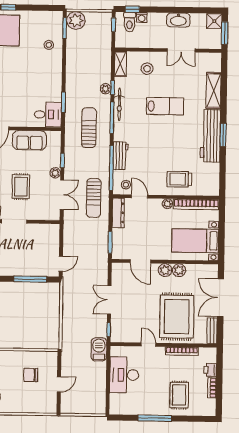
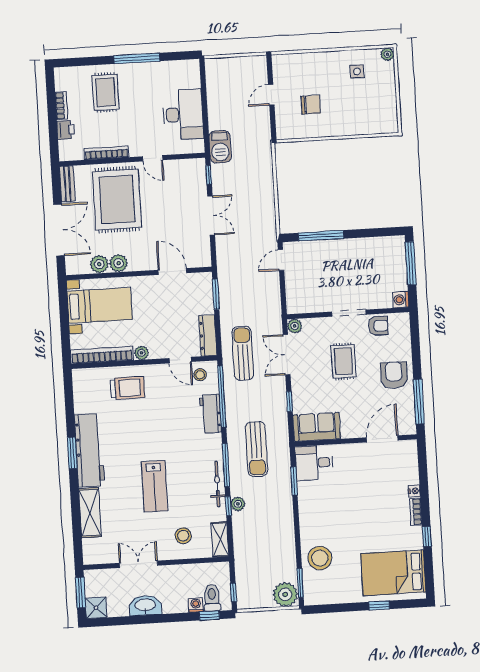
stool: (49, 45) -> (320, 558), width x1.89, depth x1.89
lab bench: (165, 106) -> (155, 486), turned -90
sofa: (29, 140) -> (317, 427), moved
plant: (55, 173) -> (295, 326), moved
plant: (165, 270) -> (99, 264), moved

